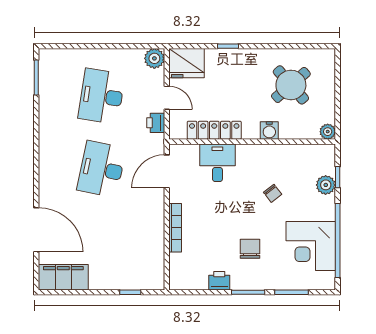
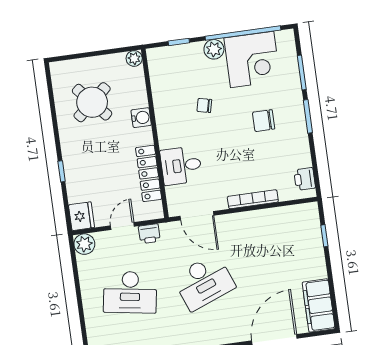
fridge: (186, 63) -> (81, 216), width x0.73, depth x0.75
desk: (102, 169) -> (204, 282), turned -33
plant: (326, 185) -> (214, 49), moved
chair: (273, 193) -> (204, 105), turned -129
printer: (219, 281) -> (305, 179), moved

